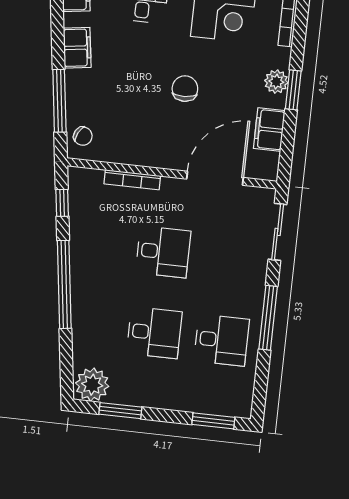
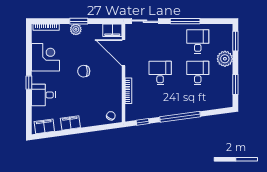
window: (59, 101) -> (96, 128), removed
filing cabinet: (269, 130) -> (112, 30), moved
plant: (92, 385) -> (225, 59), moved

